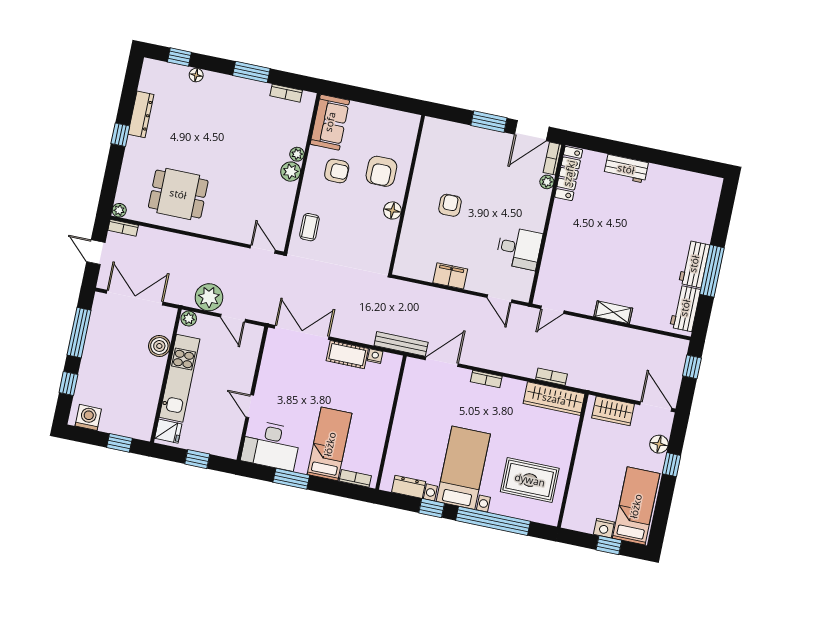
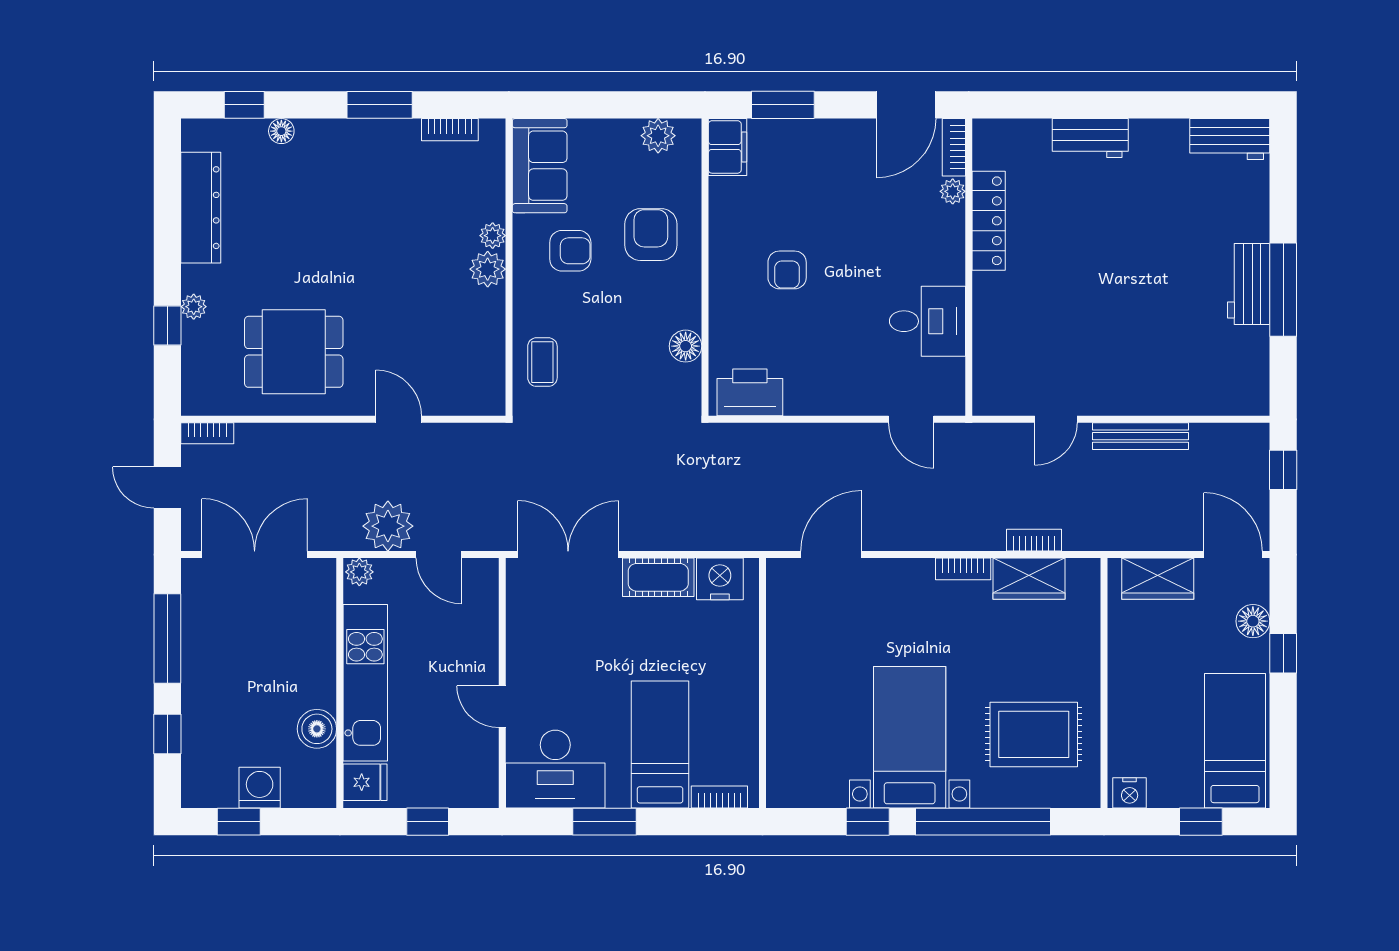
dresser: (141, 114) -> (201, 208), width x1.37, depth x1.24
plant: (396, 119) -> (658, 136), added
window: (489, 122) -> (783, 105), moved
window: (120, 135) -> (167, 326), moved
armchair: (381, 171) -> (651, 235), turned 180
locker: (569, 173) -> (989, 221), moved
armchair: (450, 205) -> (787, 270), turned 180
plant: (119, 210) -> (194, 307), moved
floor lamp: (392, 210) -> (686, 346), moved
door: (263, 249) -> (399, 419), moved
printer: (417, 266) -> (750, 392), added
filing cabinet: (450, 276) -> (727, 147), moved, turned 90
workbench: (685, 308) -> (1230, 139), moved, turned -90
door: (552, 310) -> (1056, 419), moved
shelving: (613, 312) -> (1121, 401), removed
bench: (401, 344) -> (1141, 436), moved
boiler: (159, 346) -> (317, 729), moved
nightstand: (375, 356) -> (720, 579), width x1.89, depth x1.79
bookcase: (486, 379) -> (963, 569), moved
wardrobe: (554, 399) -> (1029, 579), width x0.67
washing machine: (88, 417) -> (260, 788), moved
window: (119, 443) -> (239, 822), moved
dresser: (409, 487) -> (818, 792), removed
nightstand: (604, 528) -> (1130, 793), moved

